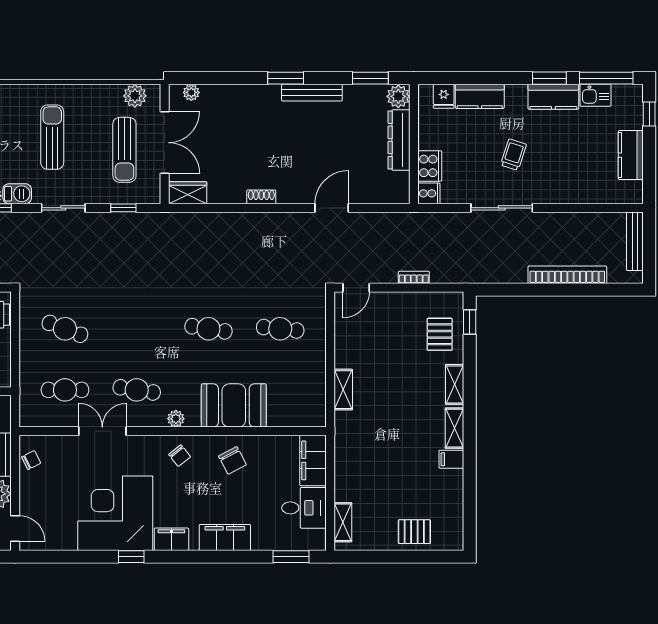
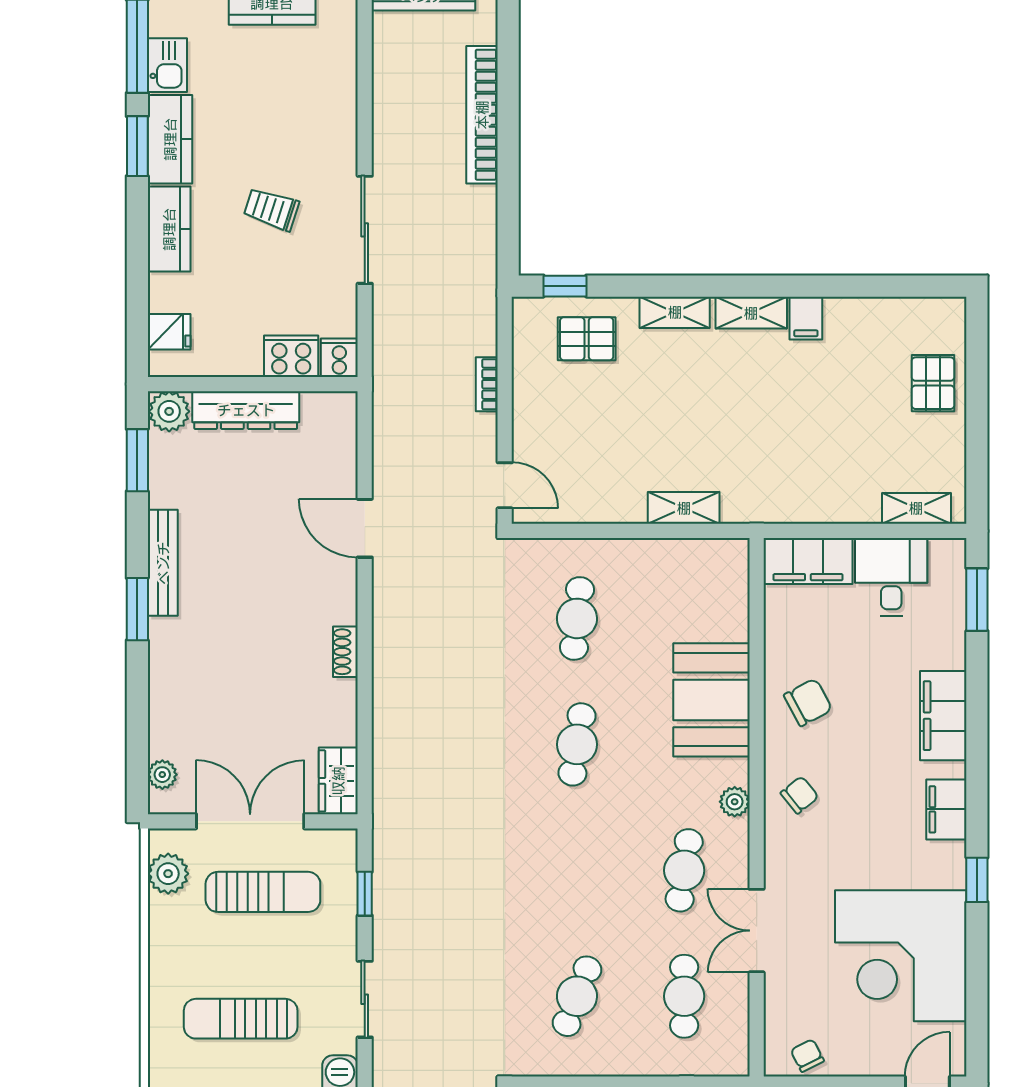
kitchen counter: (480, 96) -> (169, 229), moved
corner desk: (115, 513) -> (901, 956), moved

